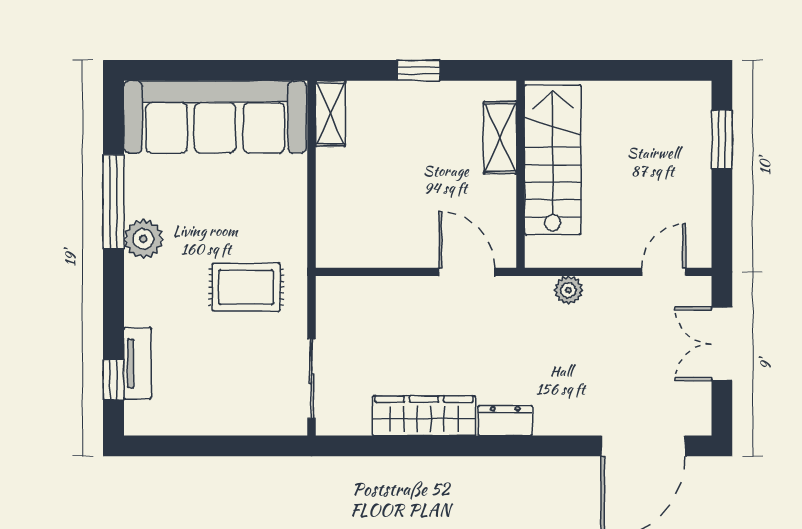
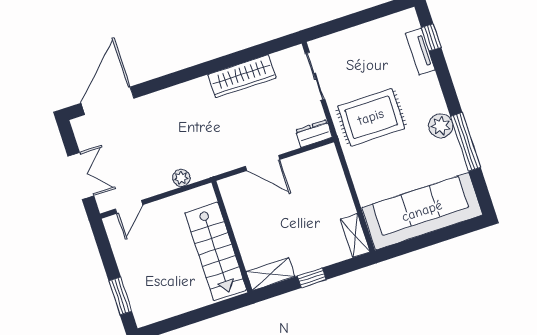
shelving: (500, 138) -> (270, 274), moved, turned 90
door: (467, 272) -> (263, 163), moved
rug: (246, 287) -> (371, 117), width x1.36, depth x1.43
dresser: (505, 420) -> (314, 134), moved, turned 180

